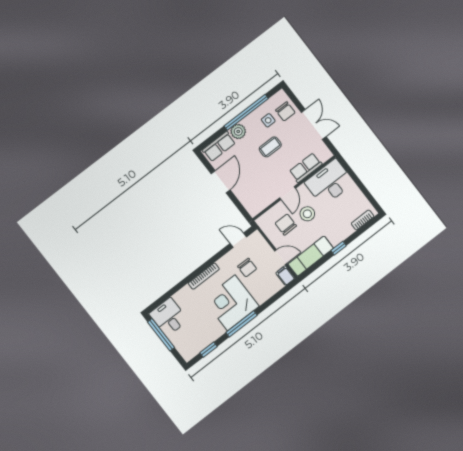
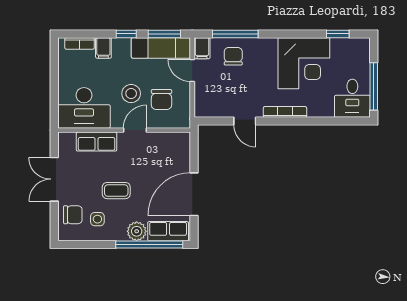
chair: (285, 111) -> (73, 215), turned 90
window: (246, 112) -> (149, 245), moved
door: (221, 182) -> (194, 194), width x1.36
filing cabinet: (346, 229) -> (103, 48), added
door: (238, 240) -> (245, 121), moved
window: (315, 266) -> (164, 34), added
chair: (247, 268) -> (233, 56), moved
corner desk: (231, 303) -> (304, 63), moved
window: (242, 324) -> (235, 34), moved

